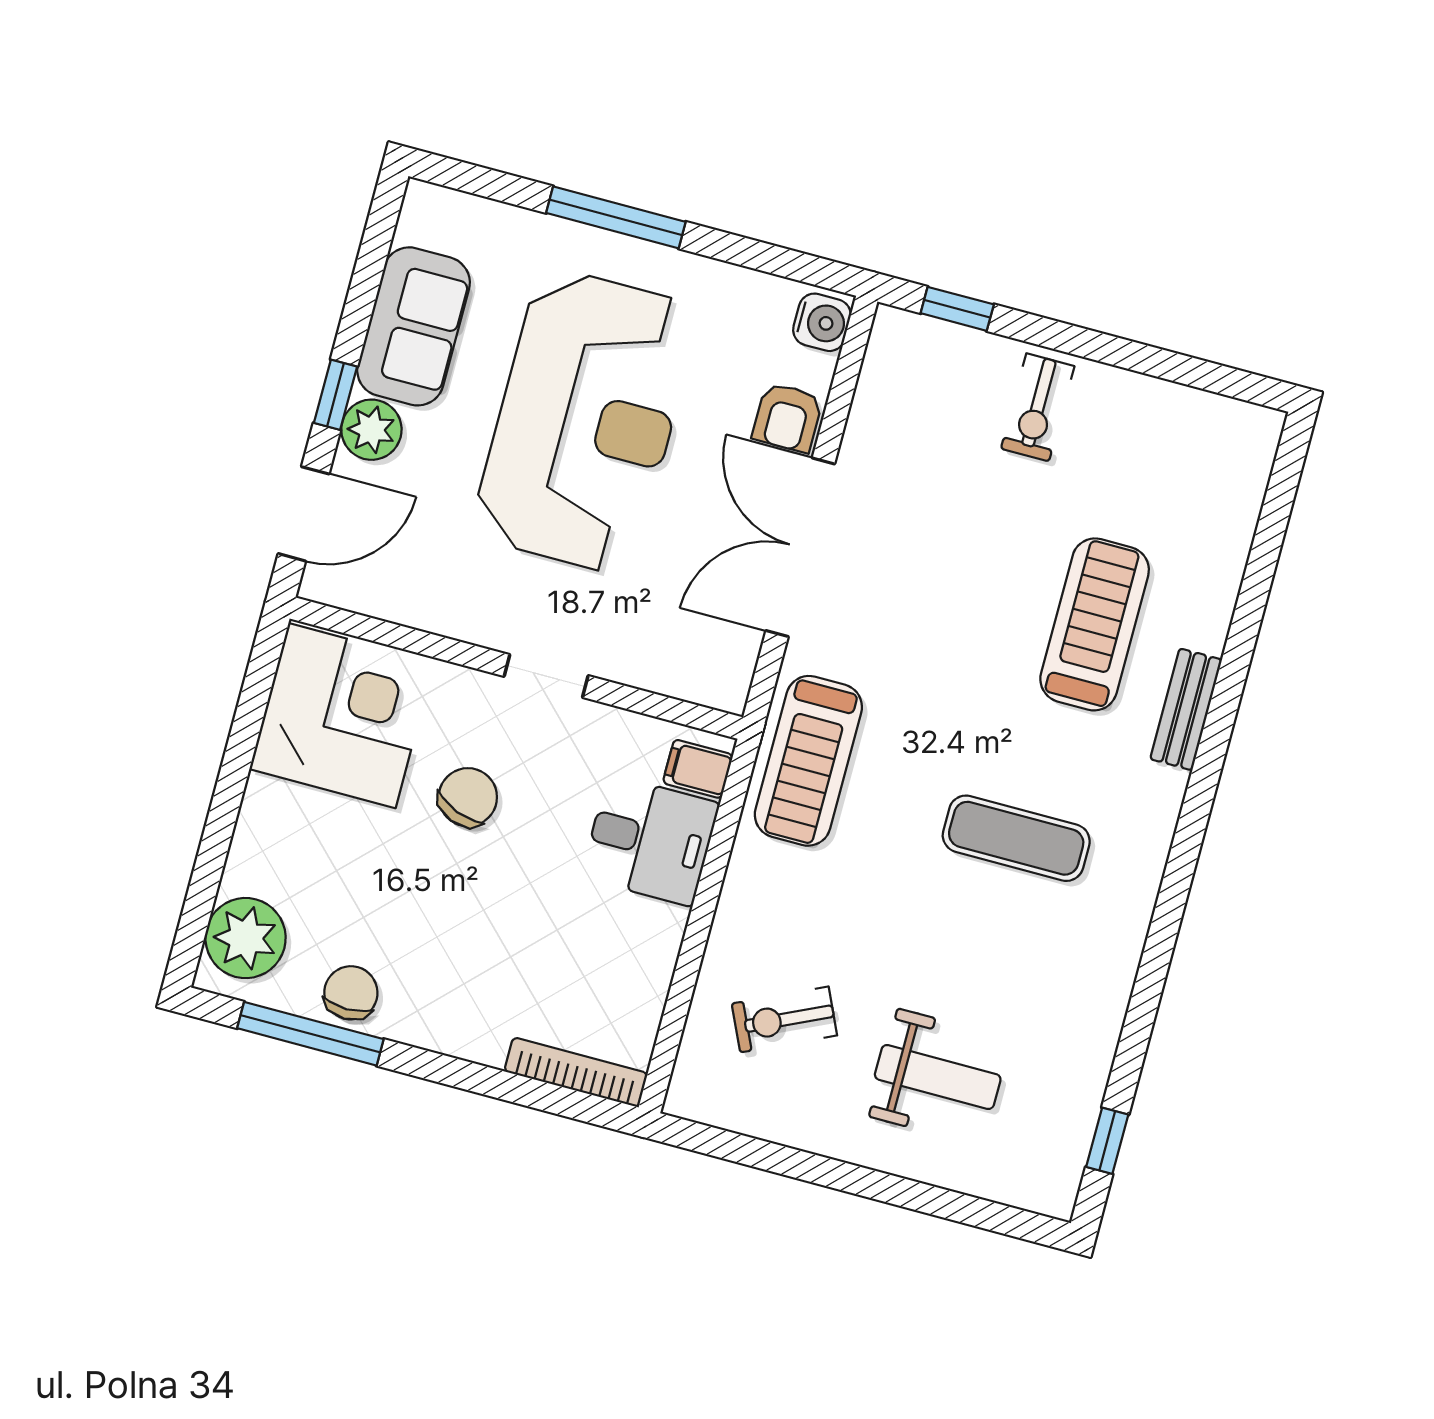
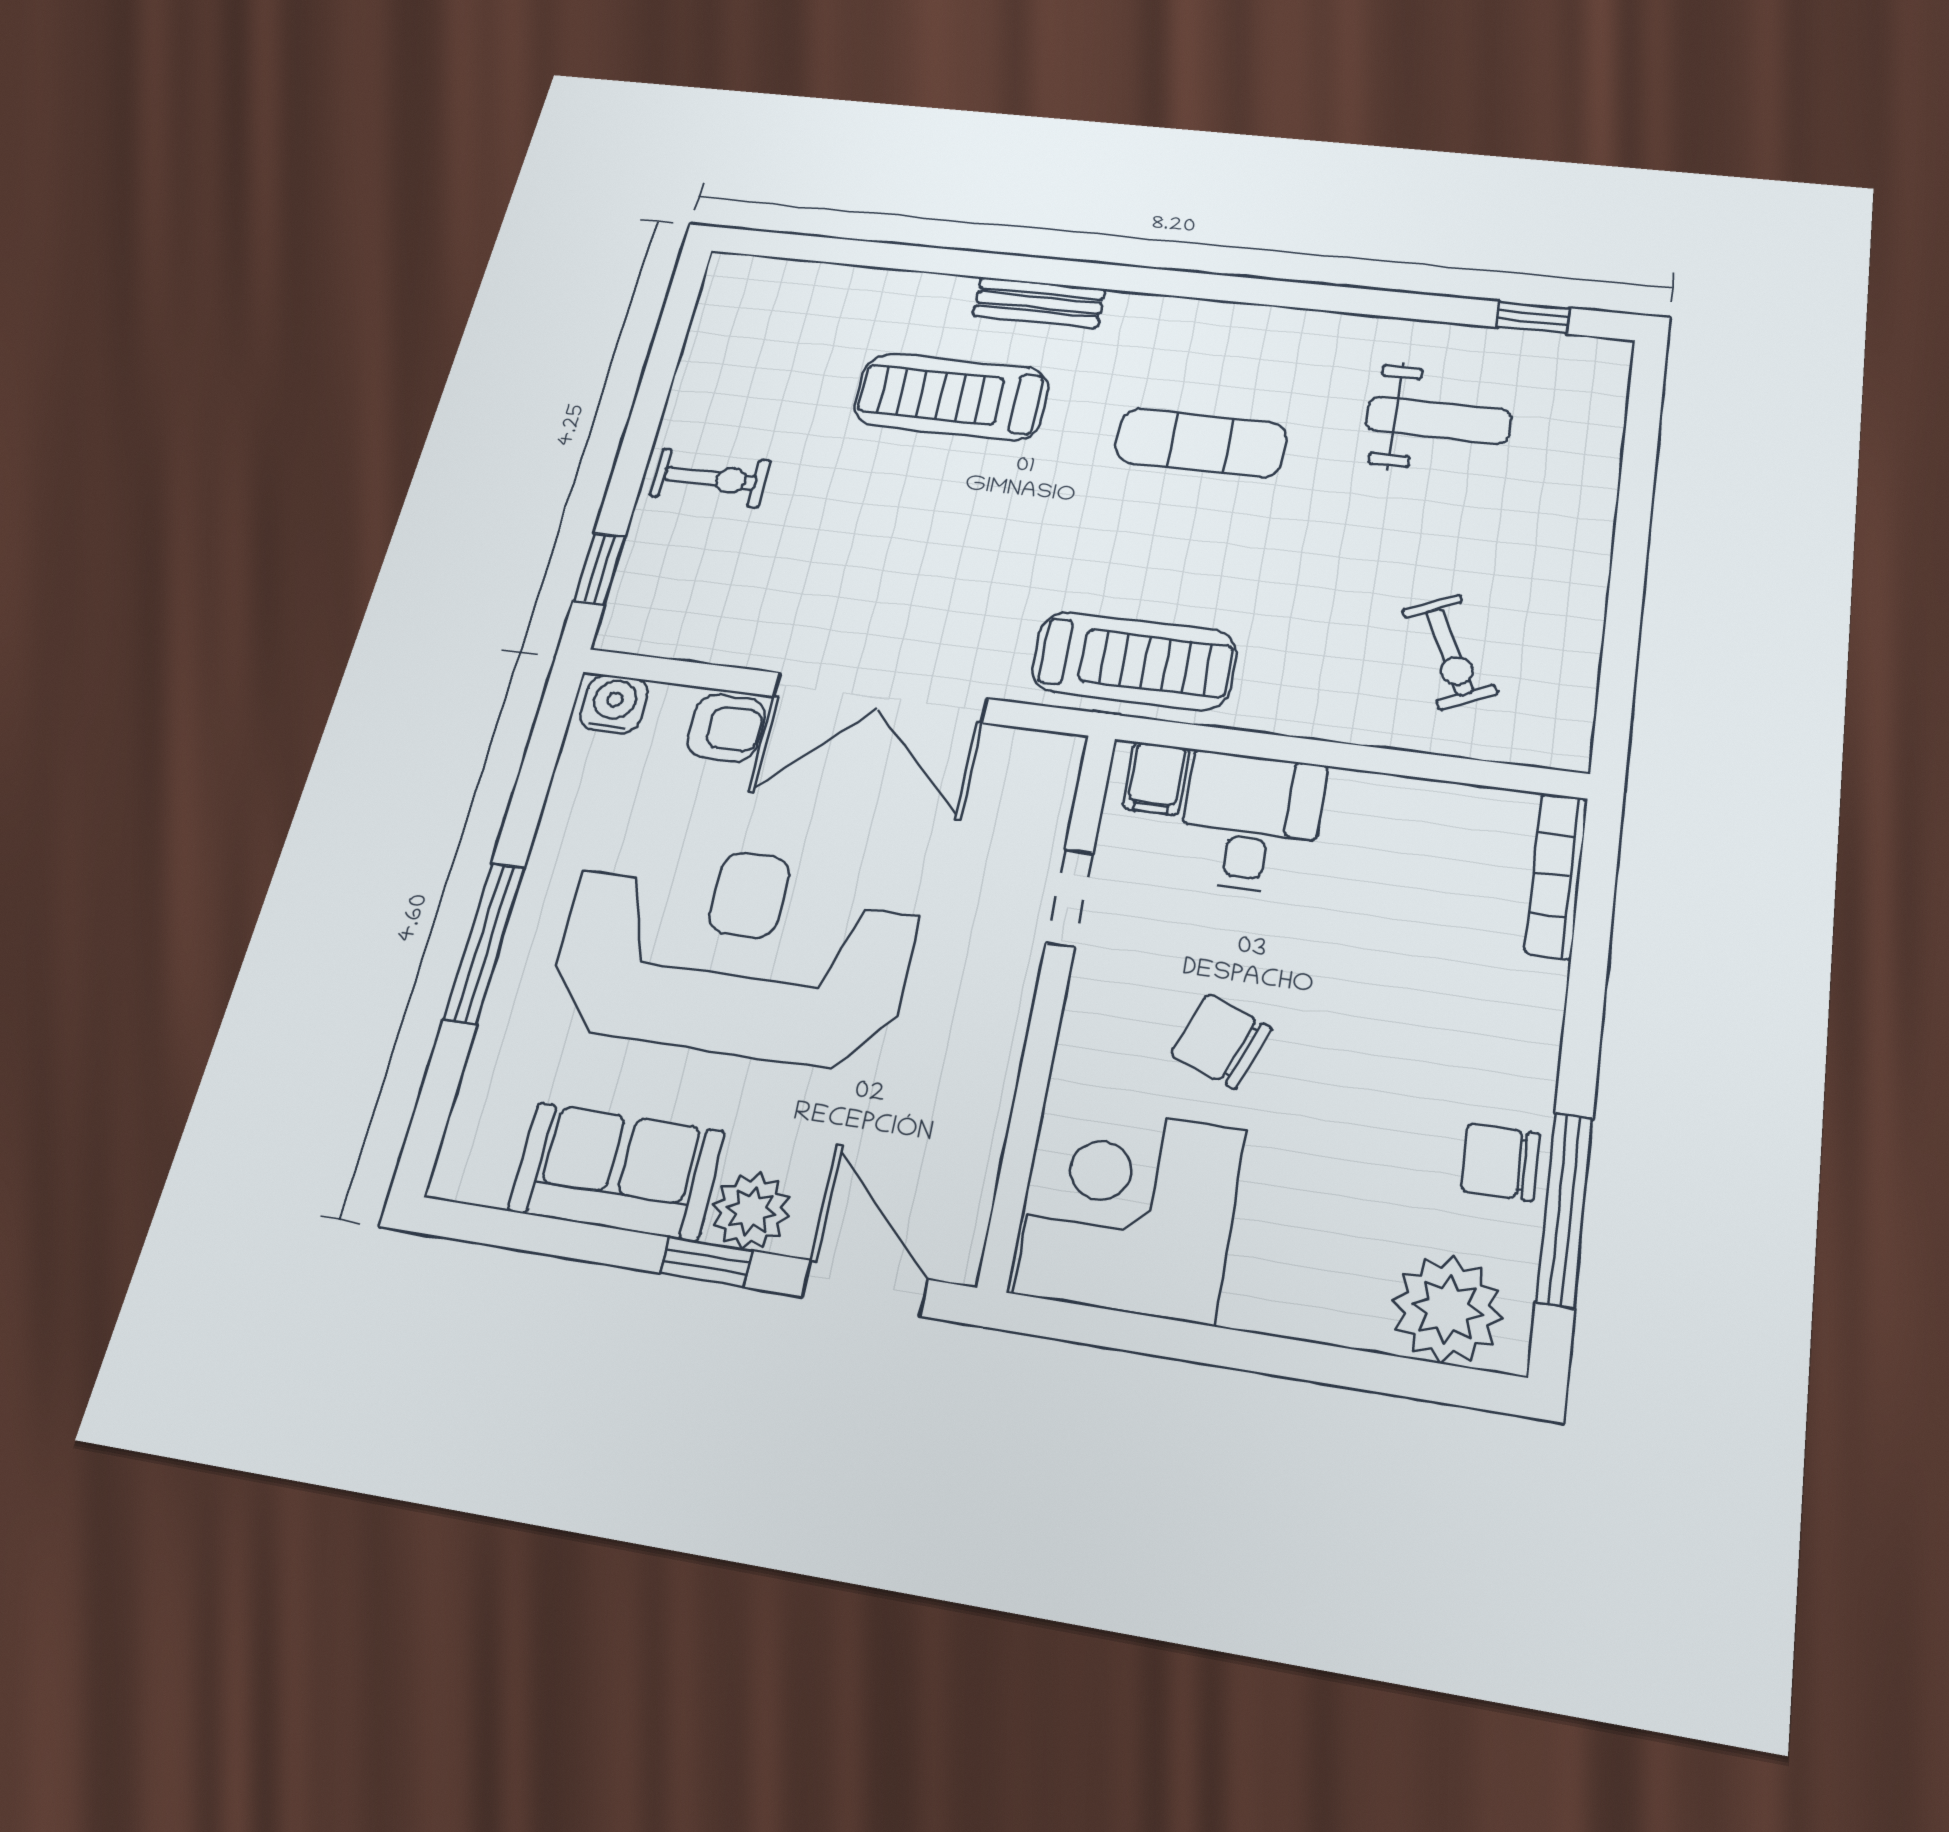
doorway: (546, 676) -> (1070, 898), moved
exercise mat: (1016, 838) -> (1201, 443), turned 90
weight bench: (938, 1077) -> (1438, 420), moved, turned 90

